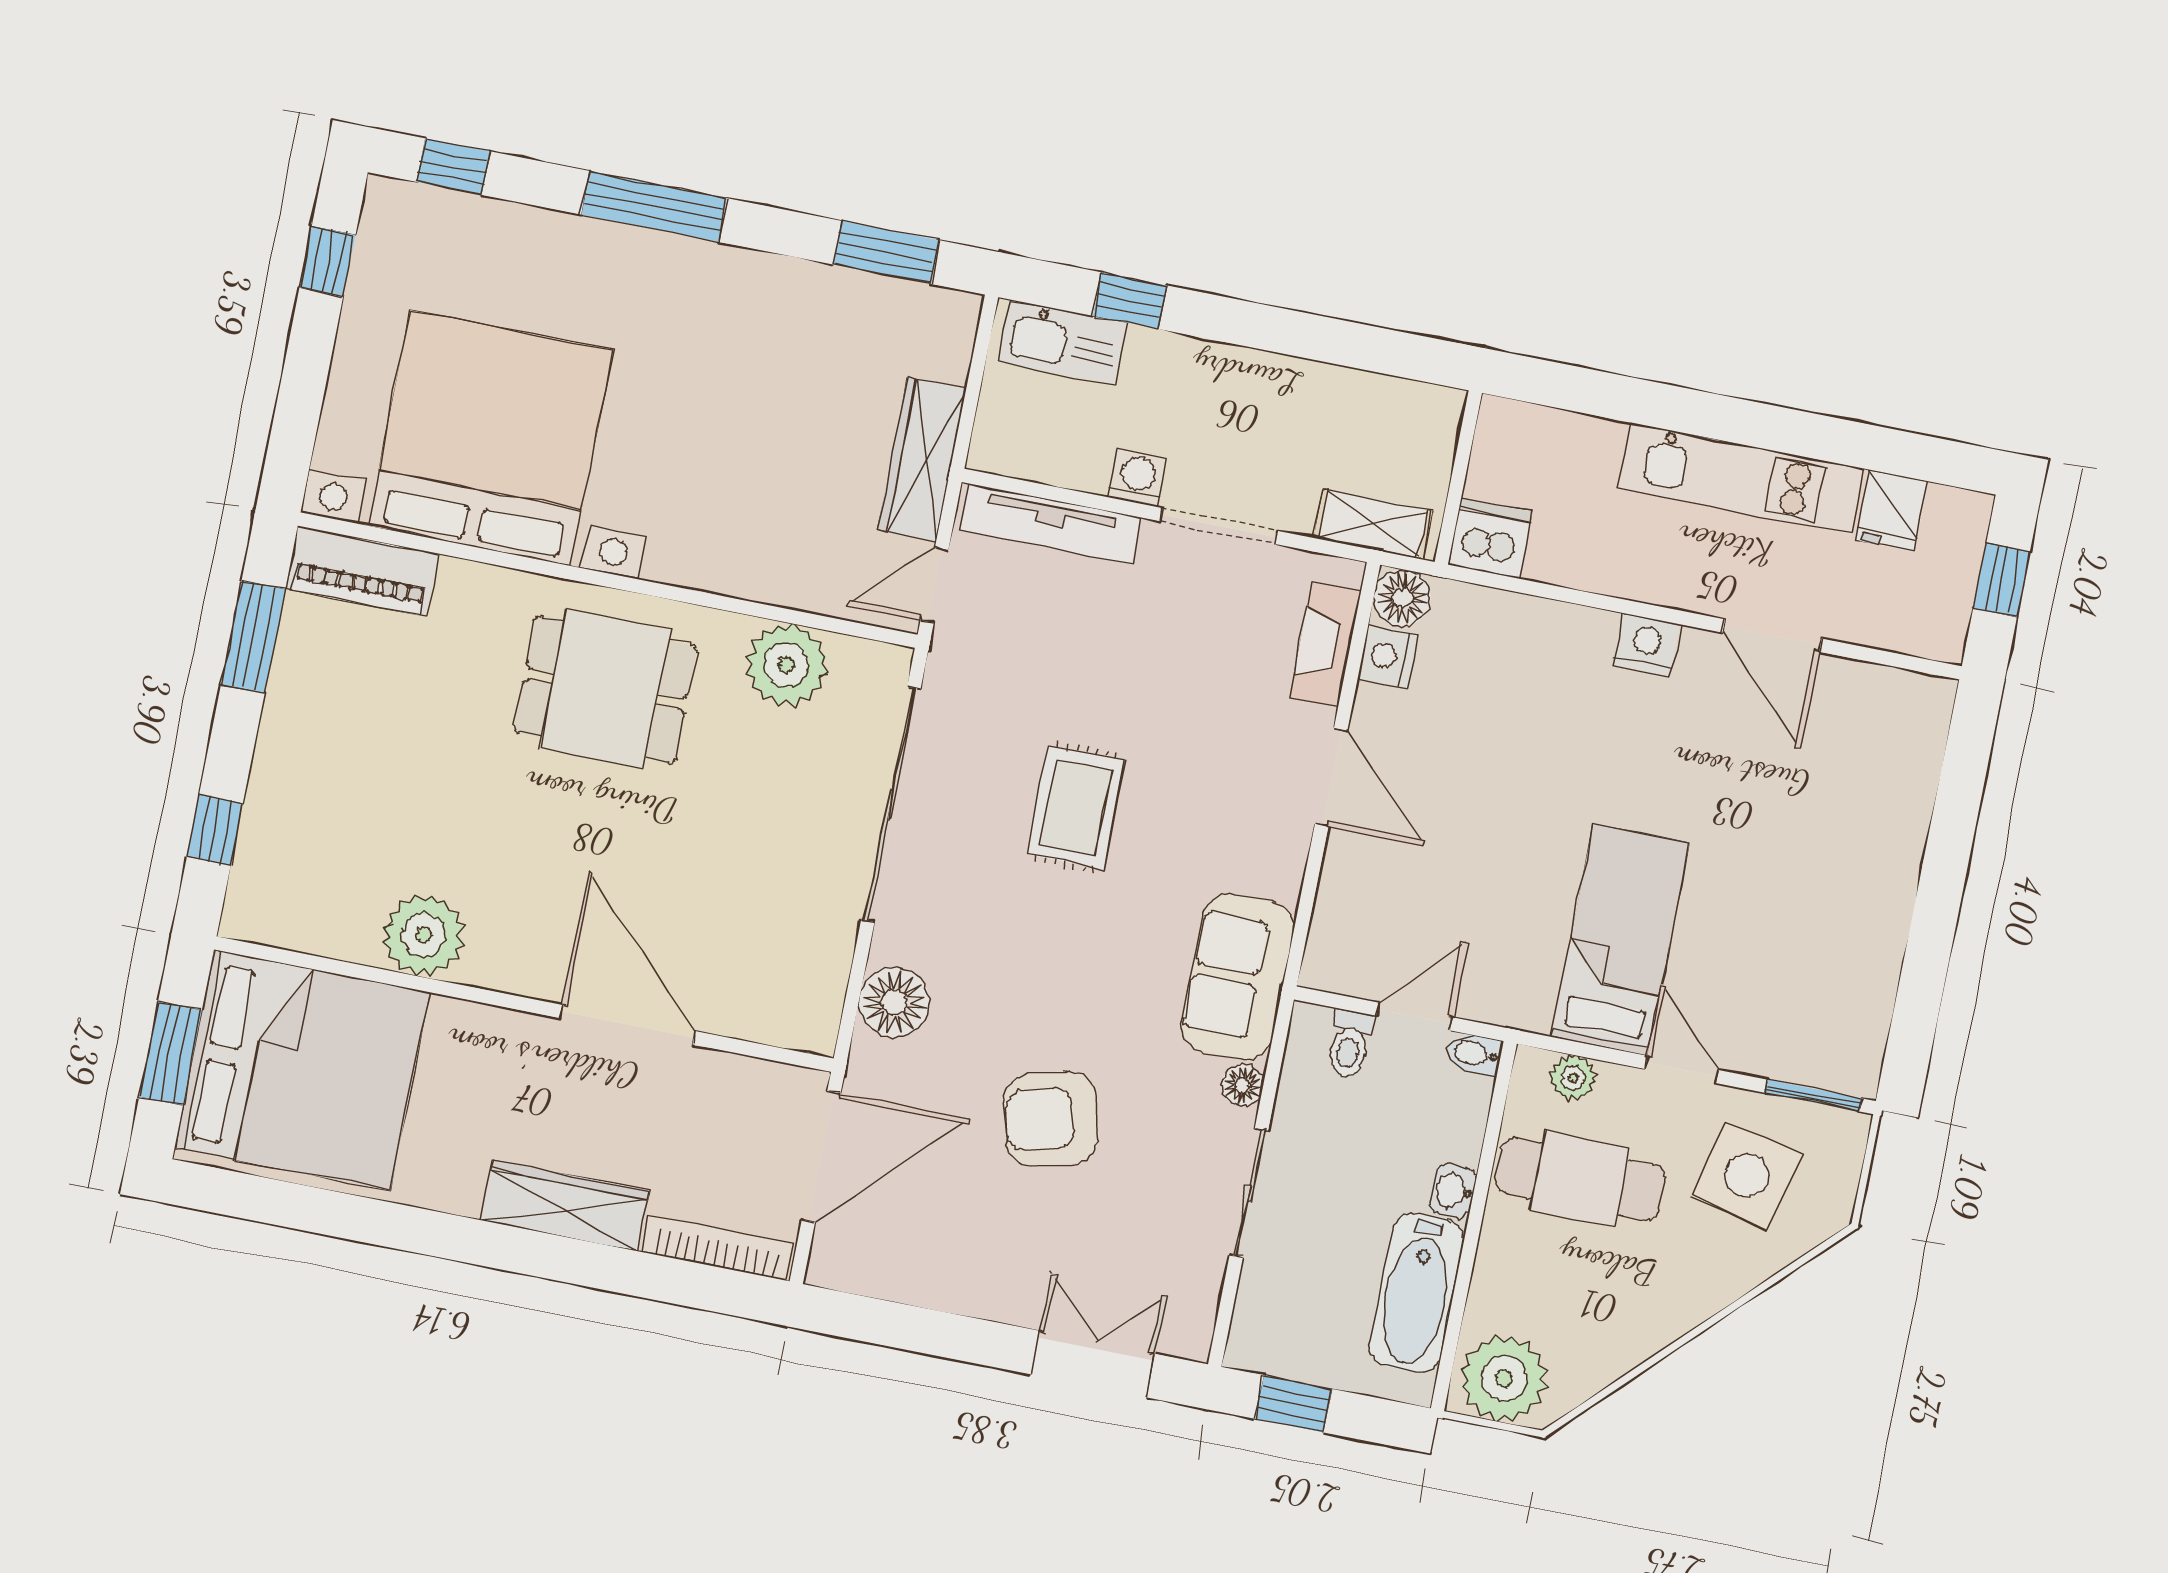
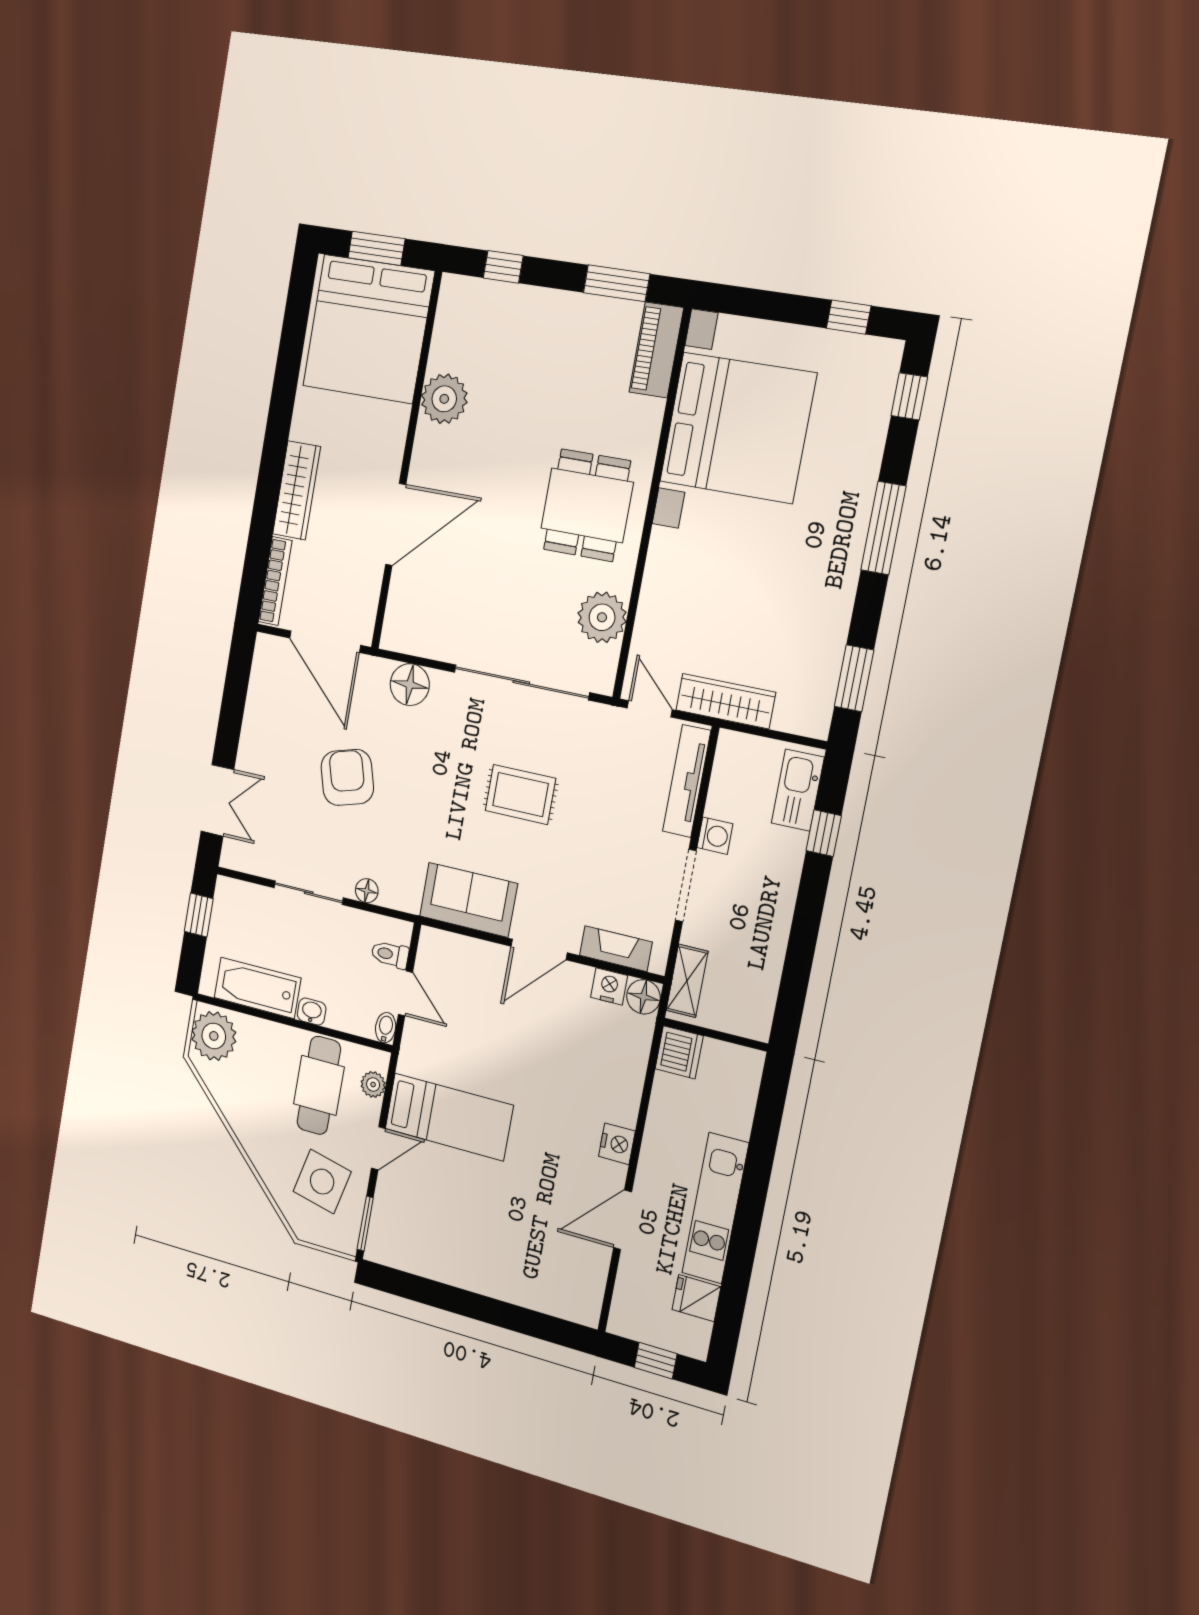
sofa: (1238, 977) -> (468, 900), moved

